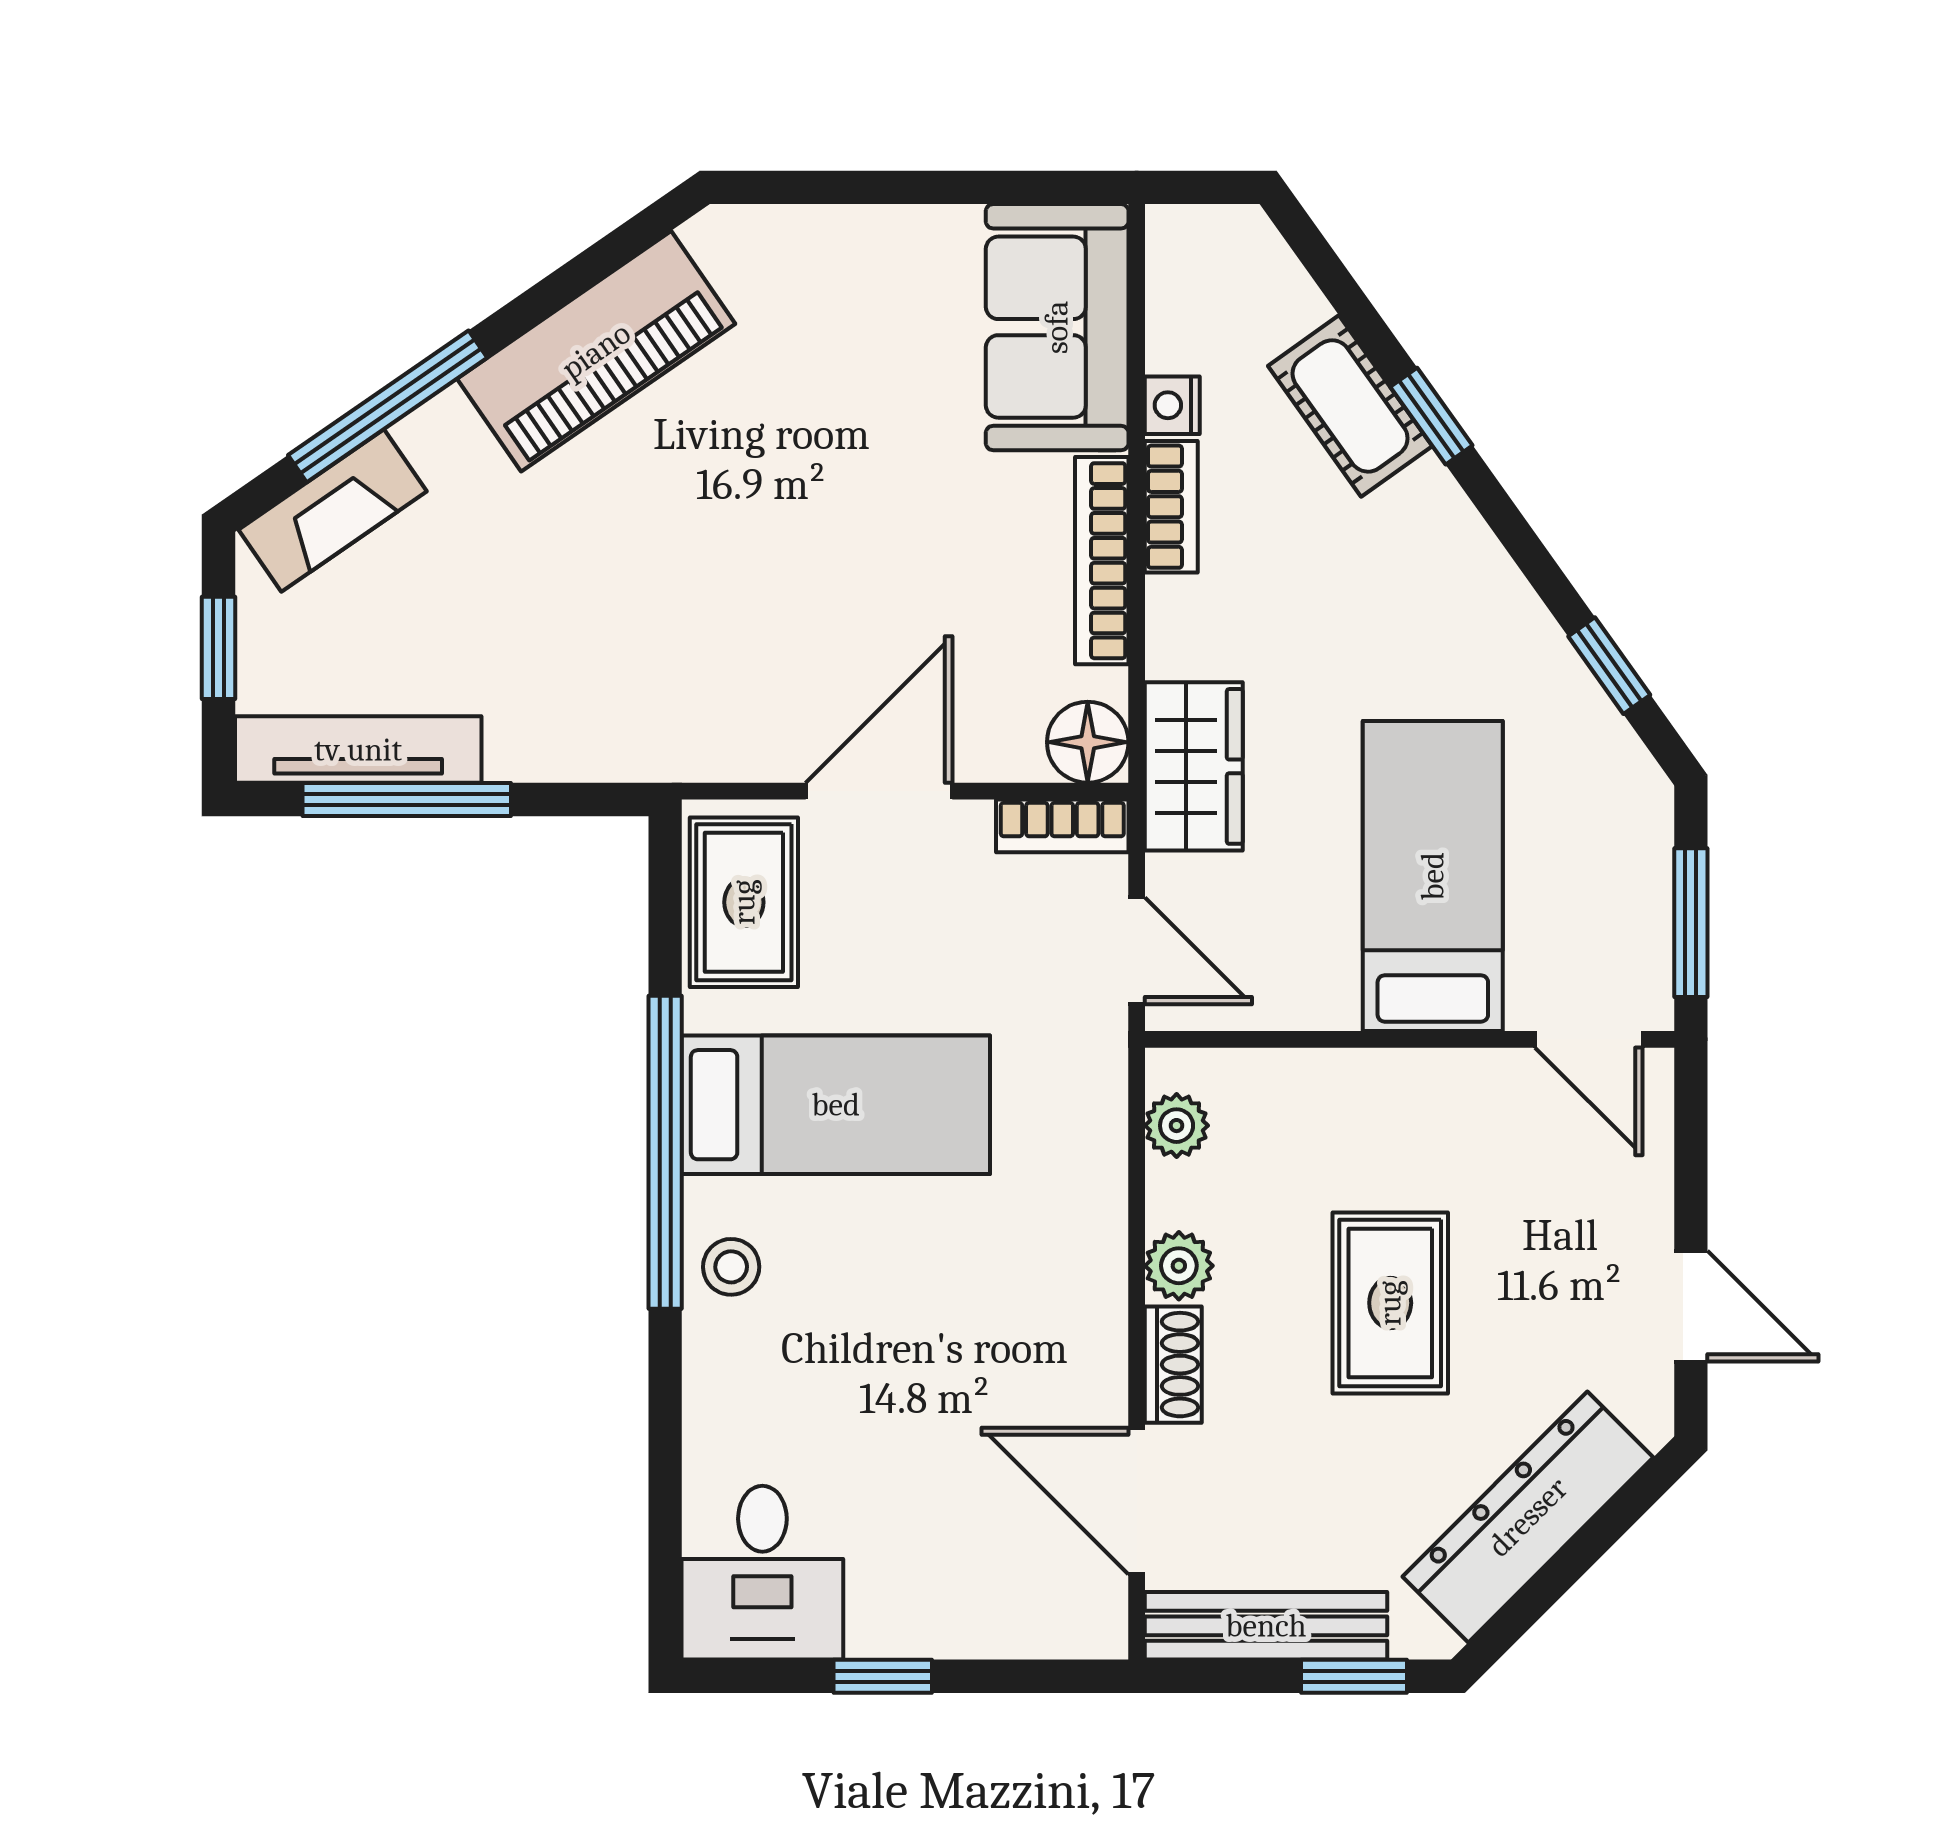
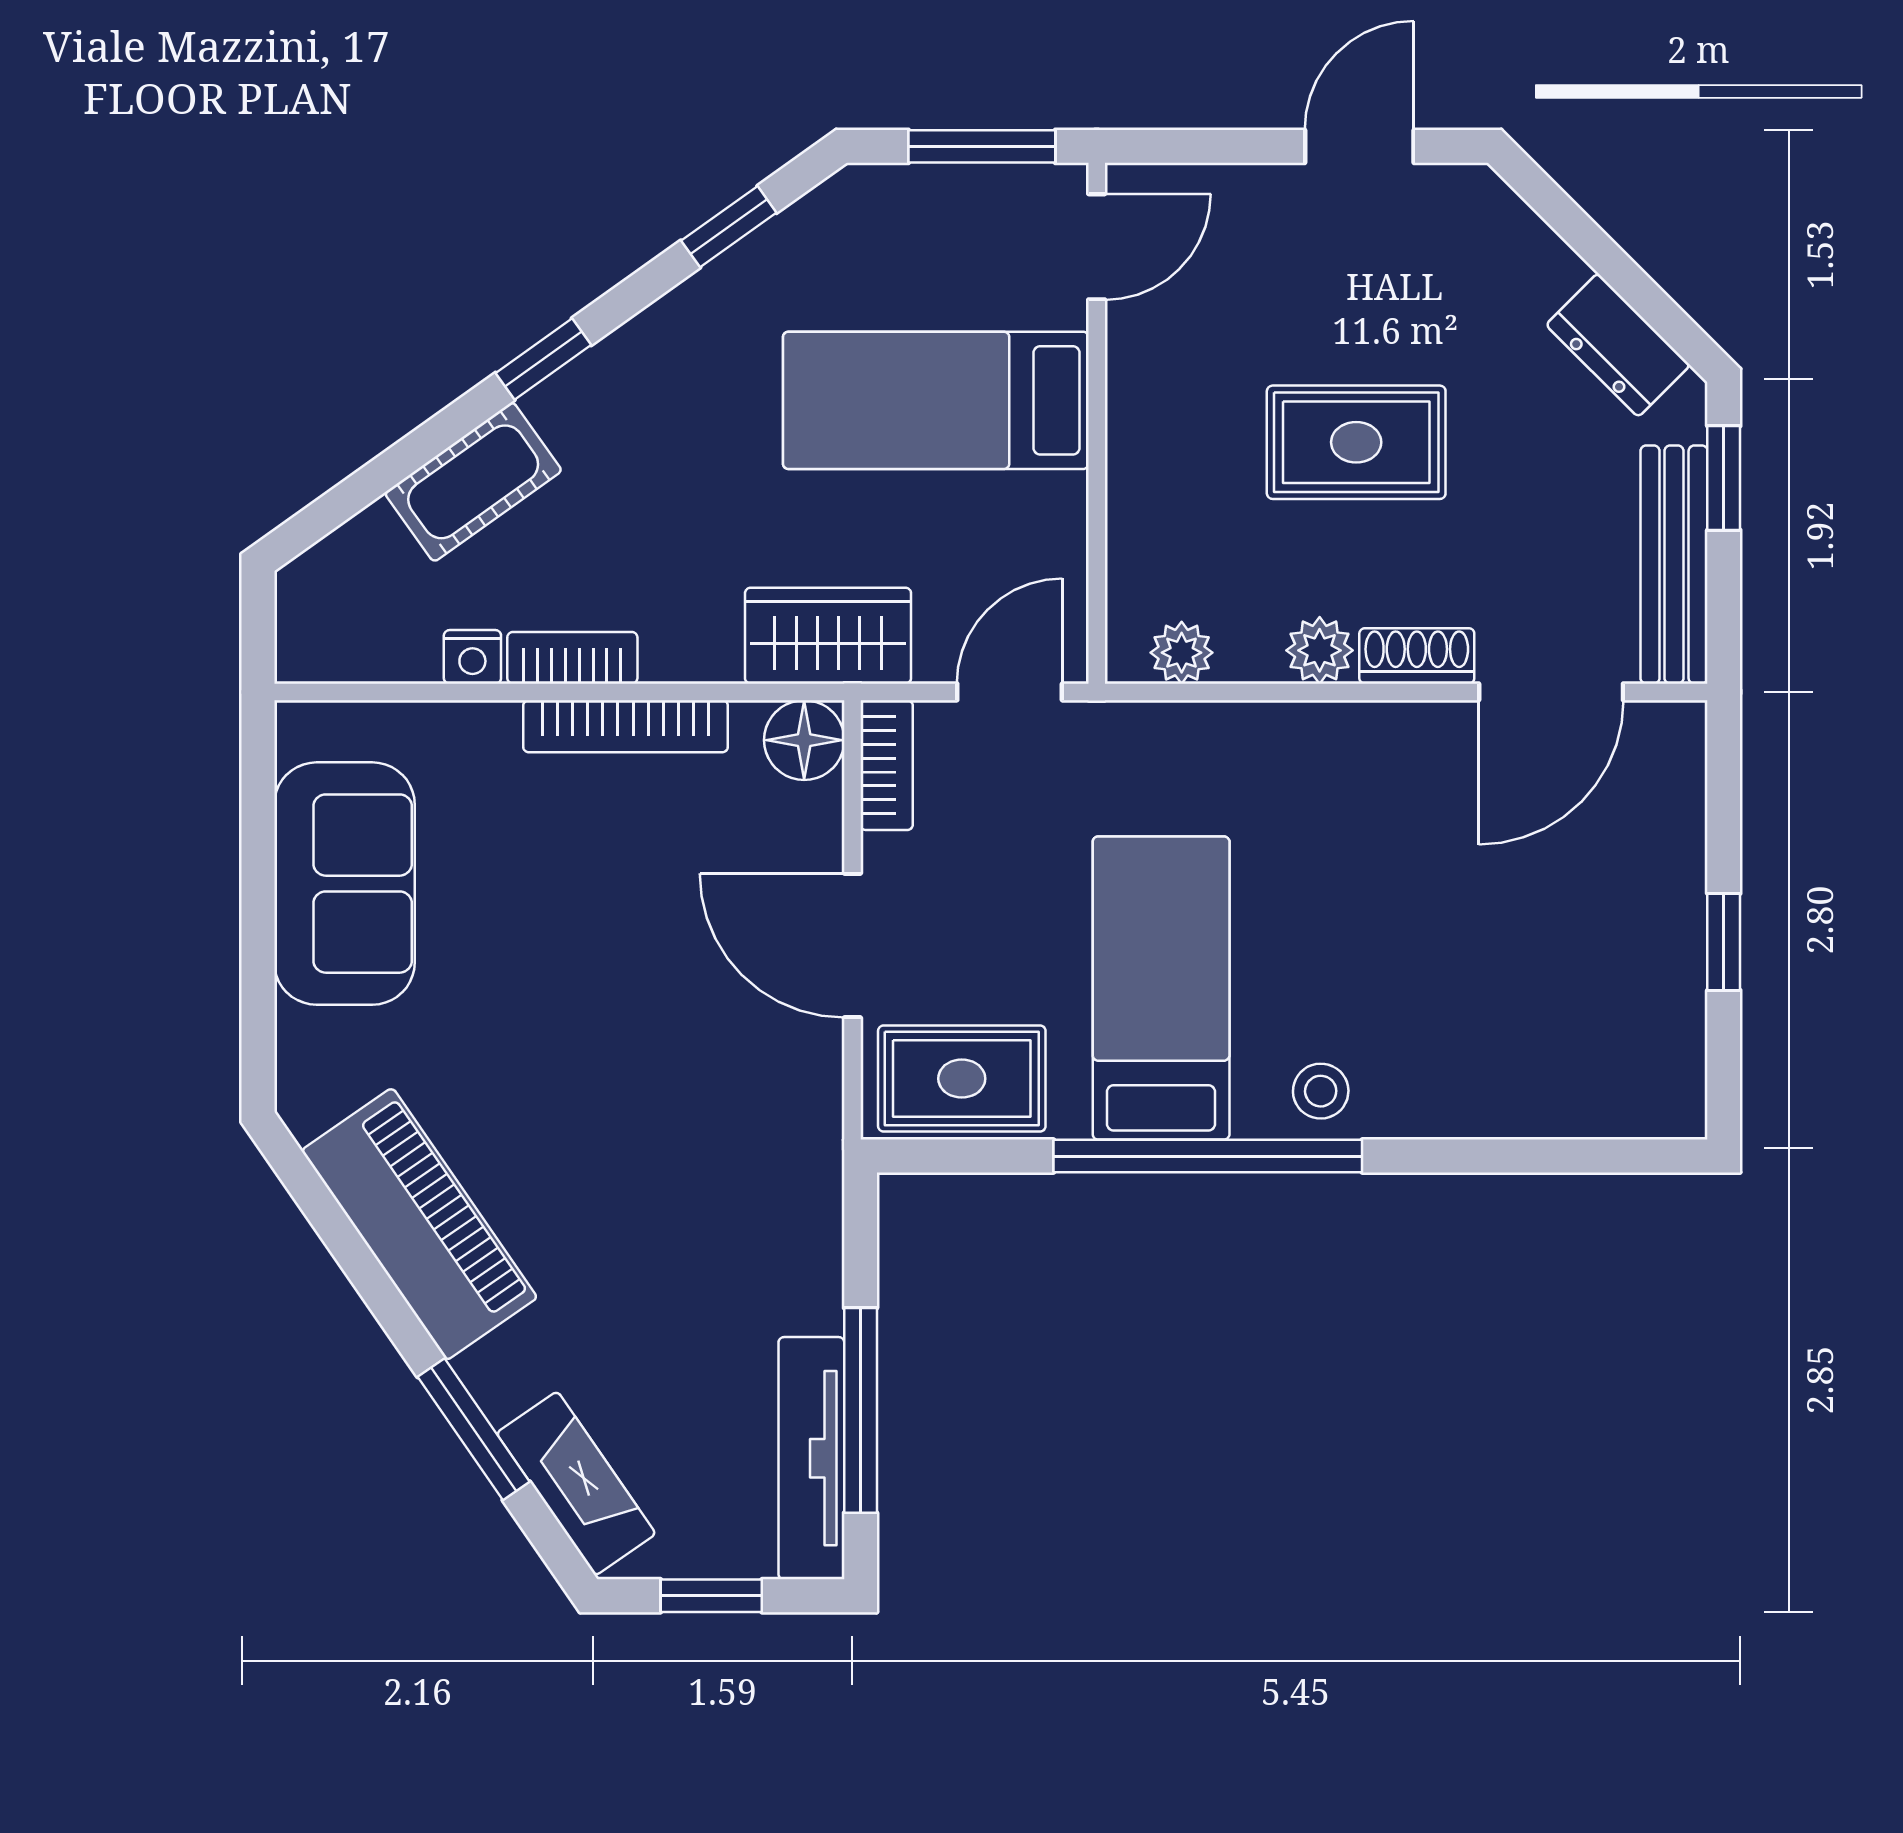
sofa: (1057, 327) -> (344, 884), moved, turned -90
window: (388, 406) -> (474, 1429), width x0.69
window: (1431, 416) -> (543, 359), moved
dresser: (1528, 1517) -> (1618, 345), width x0.51, depth x0.80
desk: (762, 1573) -> (1622, 1060), removed

